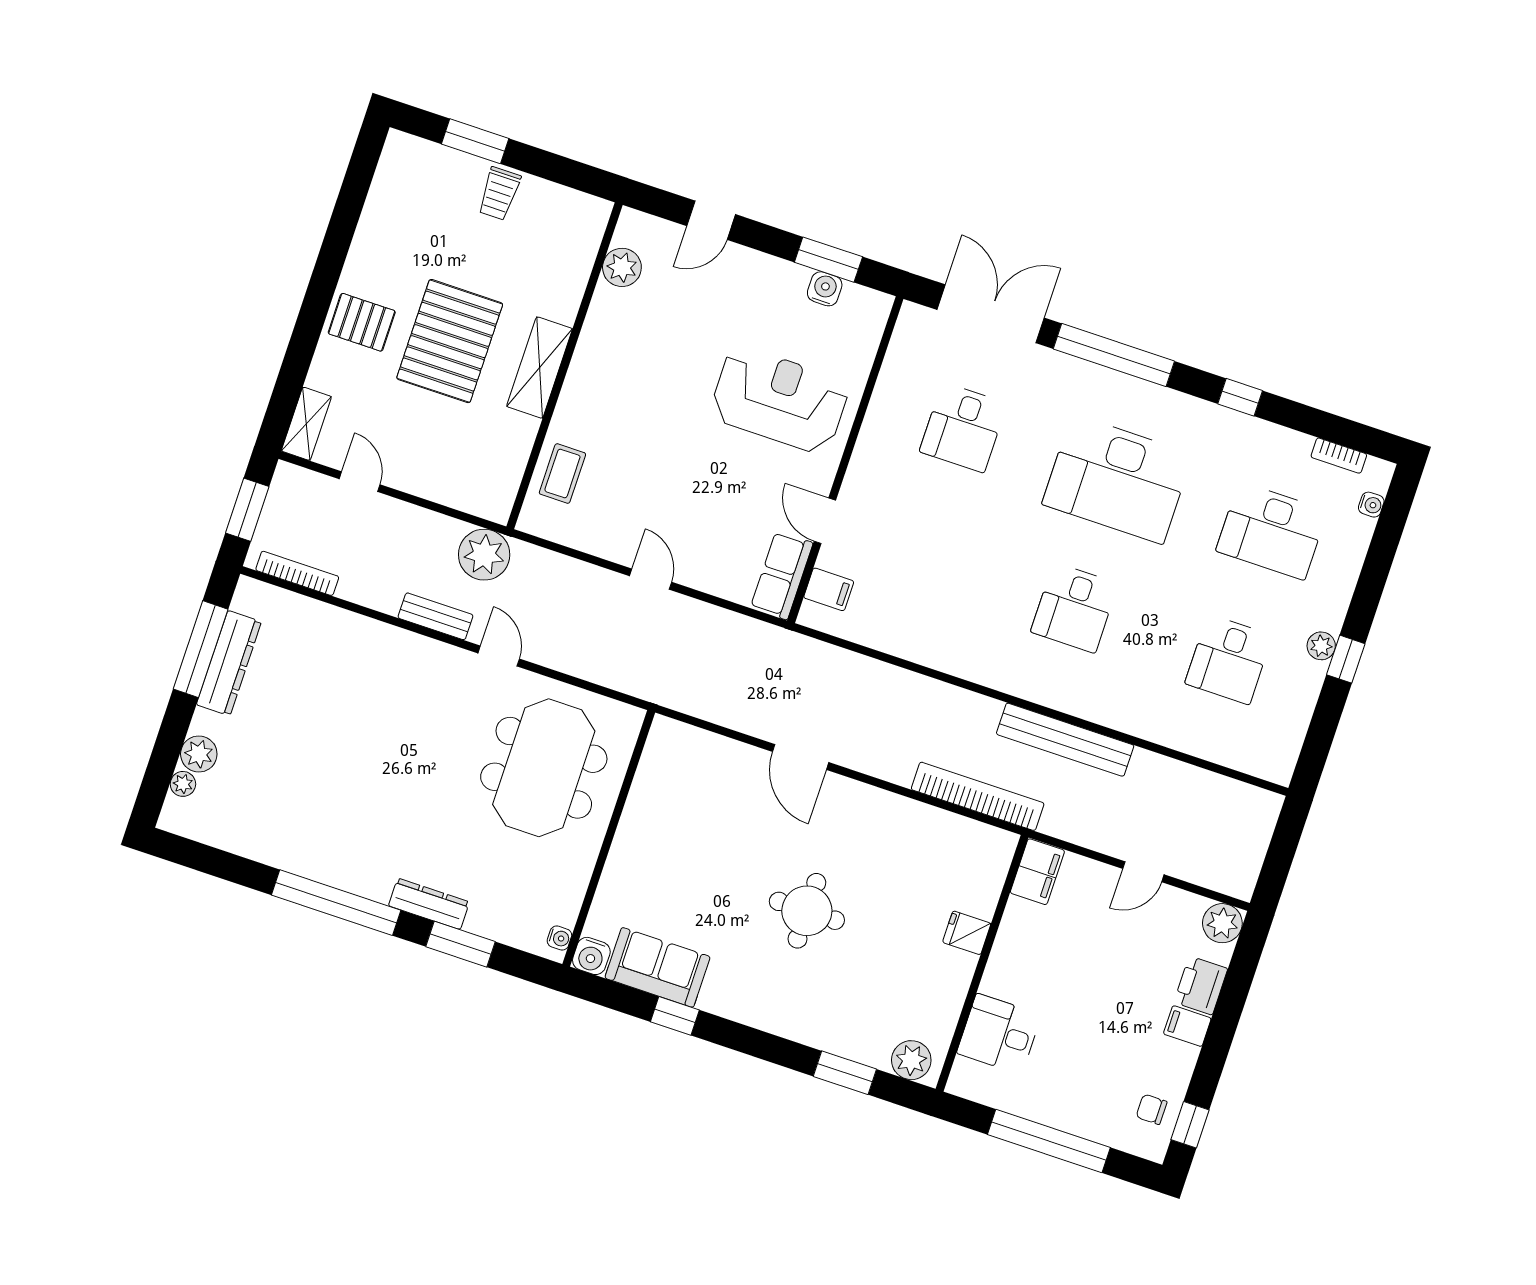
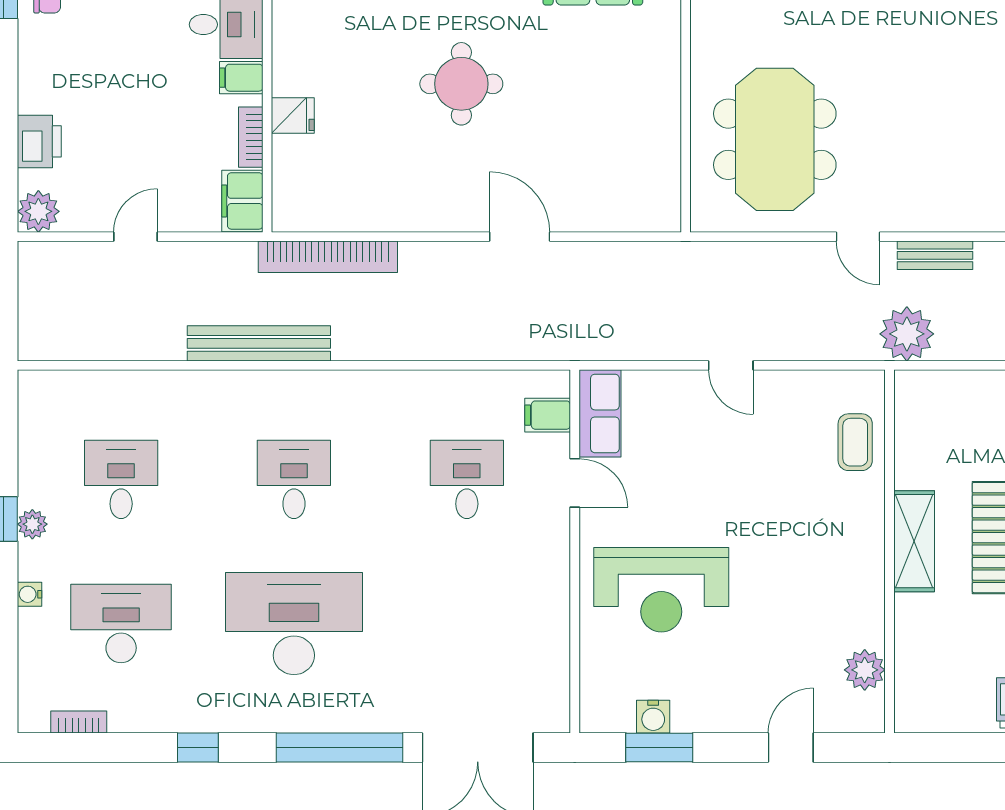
desk: (963, 428) -> (467, 479), moved
water cooler: (1371, 505) -> (30, 594), moved
bookcase: (1011, 926) -> (251, 137), added
filing cabinet: (1187, 1026) -> (241, 78), moved, turned 180

